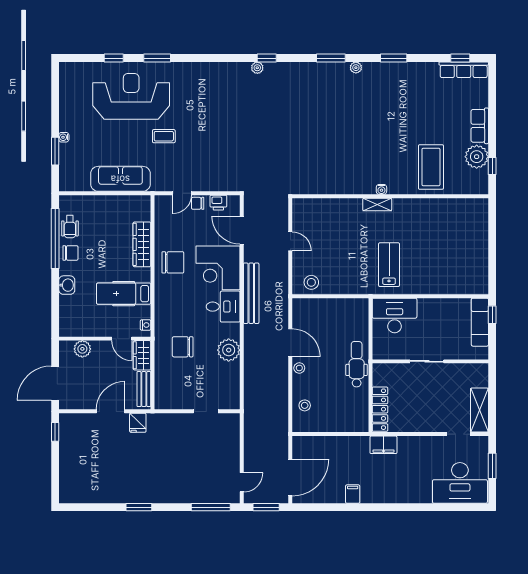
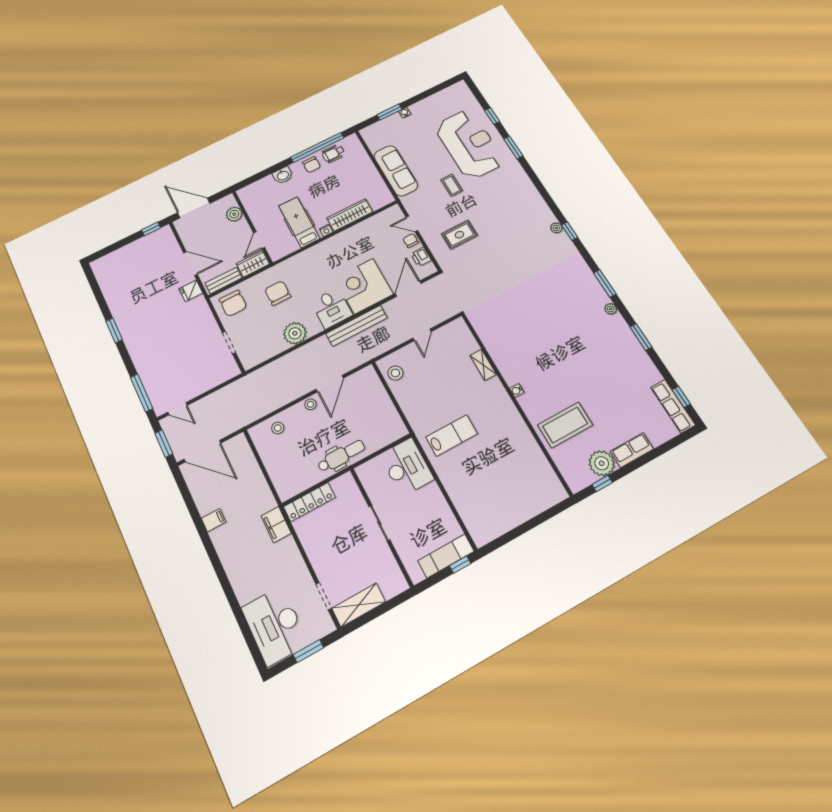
rug: (216, 157) -> (459, 235), added
shelving: (377, 205) -> (483, 365), moved
chair: (173, 262) -> (233, 303), moved
nightstand: (146, 325) -> (326, 230), moved

